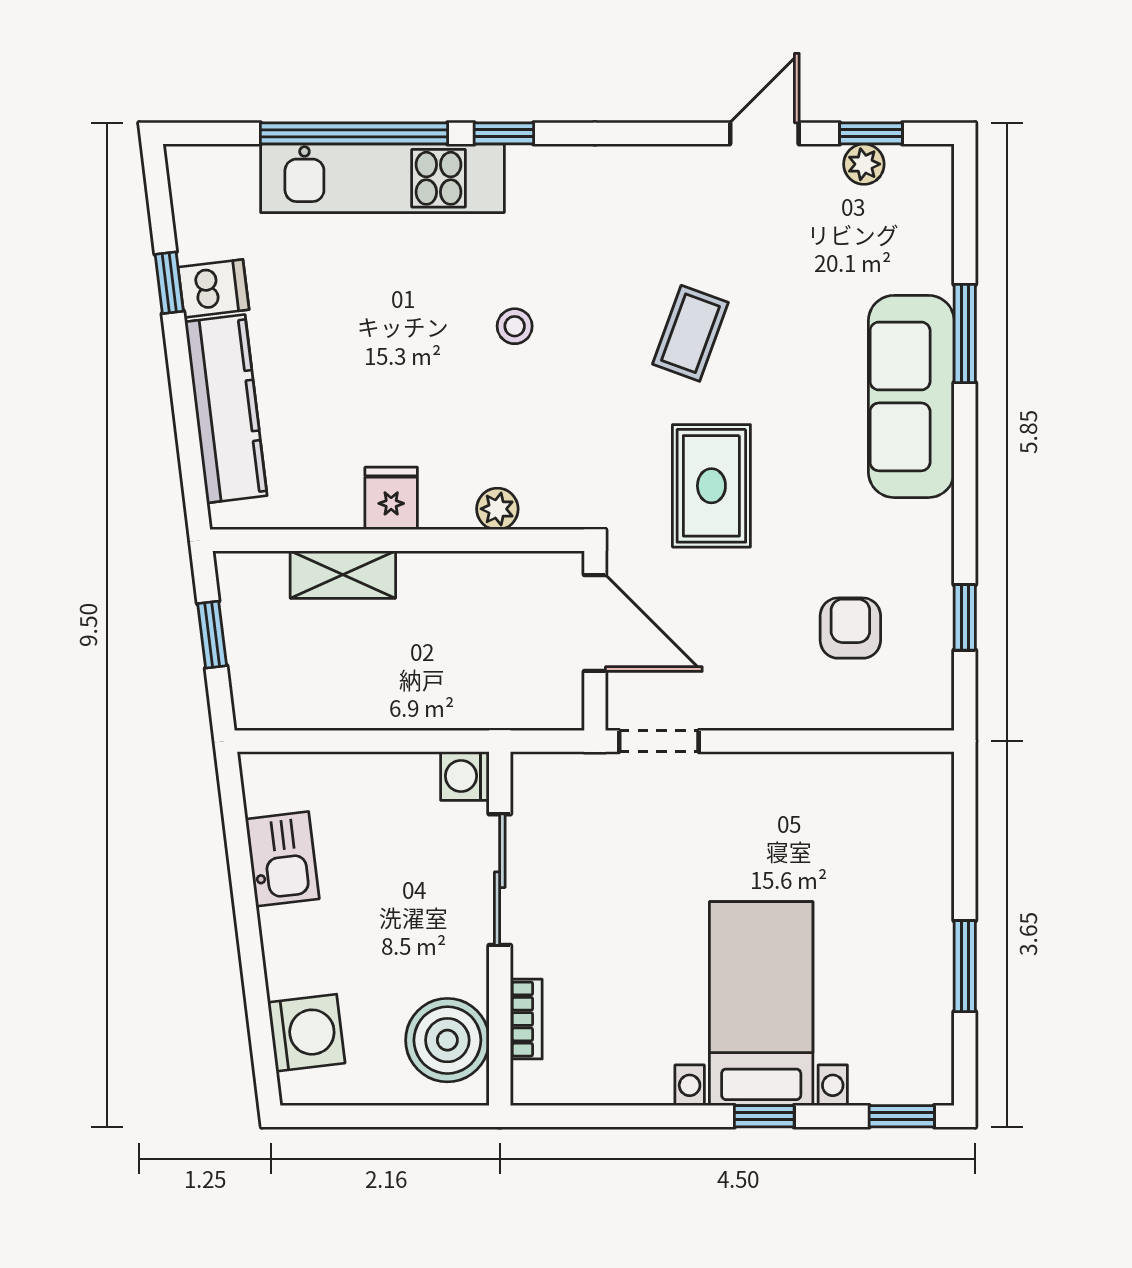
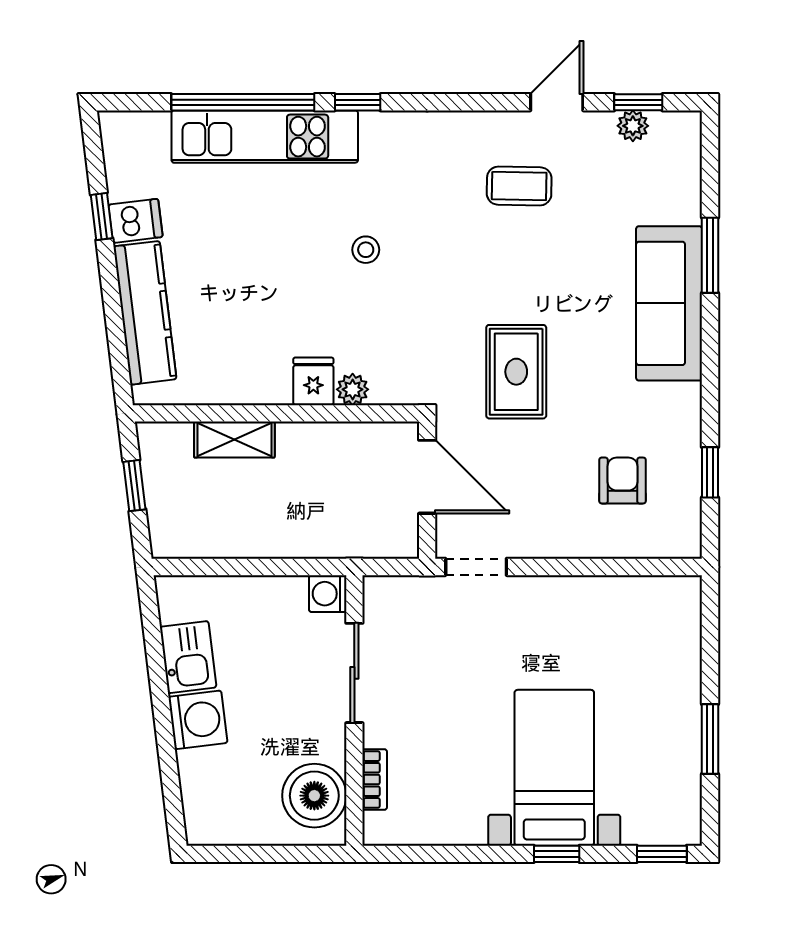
coffee table: (690, 333) -> (519, 186), moved, turned 71
fridge: (391, 498) -> (313, 381), moved
washing machine: (306, 1033) -> (198, 720), moved

